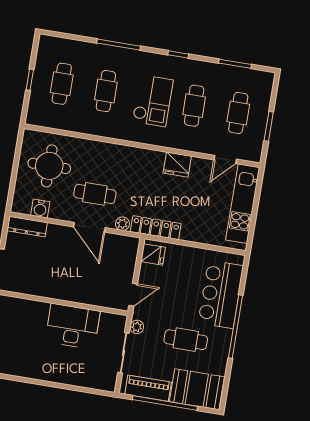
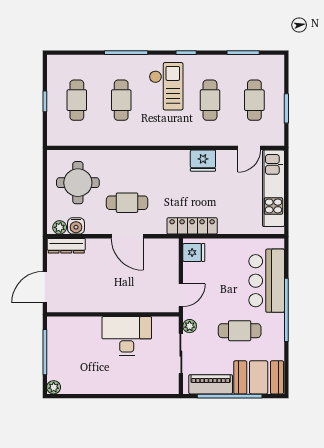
checkout: (153, 101) -> (166, 86), moved
plant: (122, 224) -> (60, 227), moved

